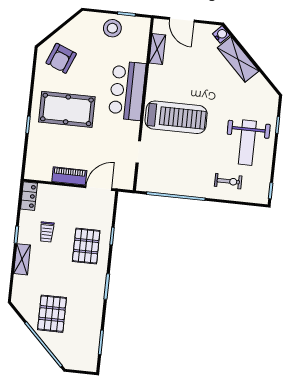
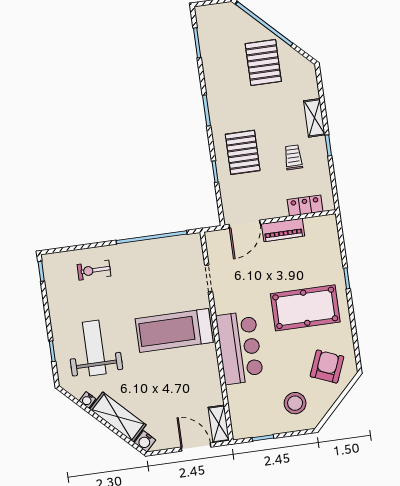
stool: (112, 28) -> (295, 403), moved
shelving: (157, 49) -> (219, 424), moved
water cooler: (259, 79) -> (87, 400), added
weight bench: (247, 143) -> (94, 348), moved
locker: (29, 196) -> (305, 206), moved, turned 90

